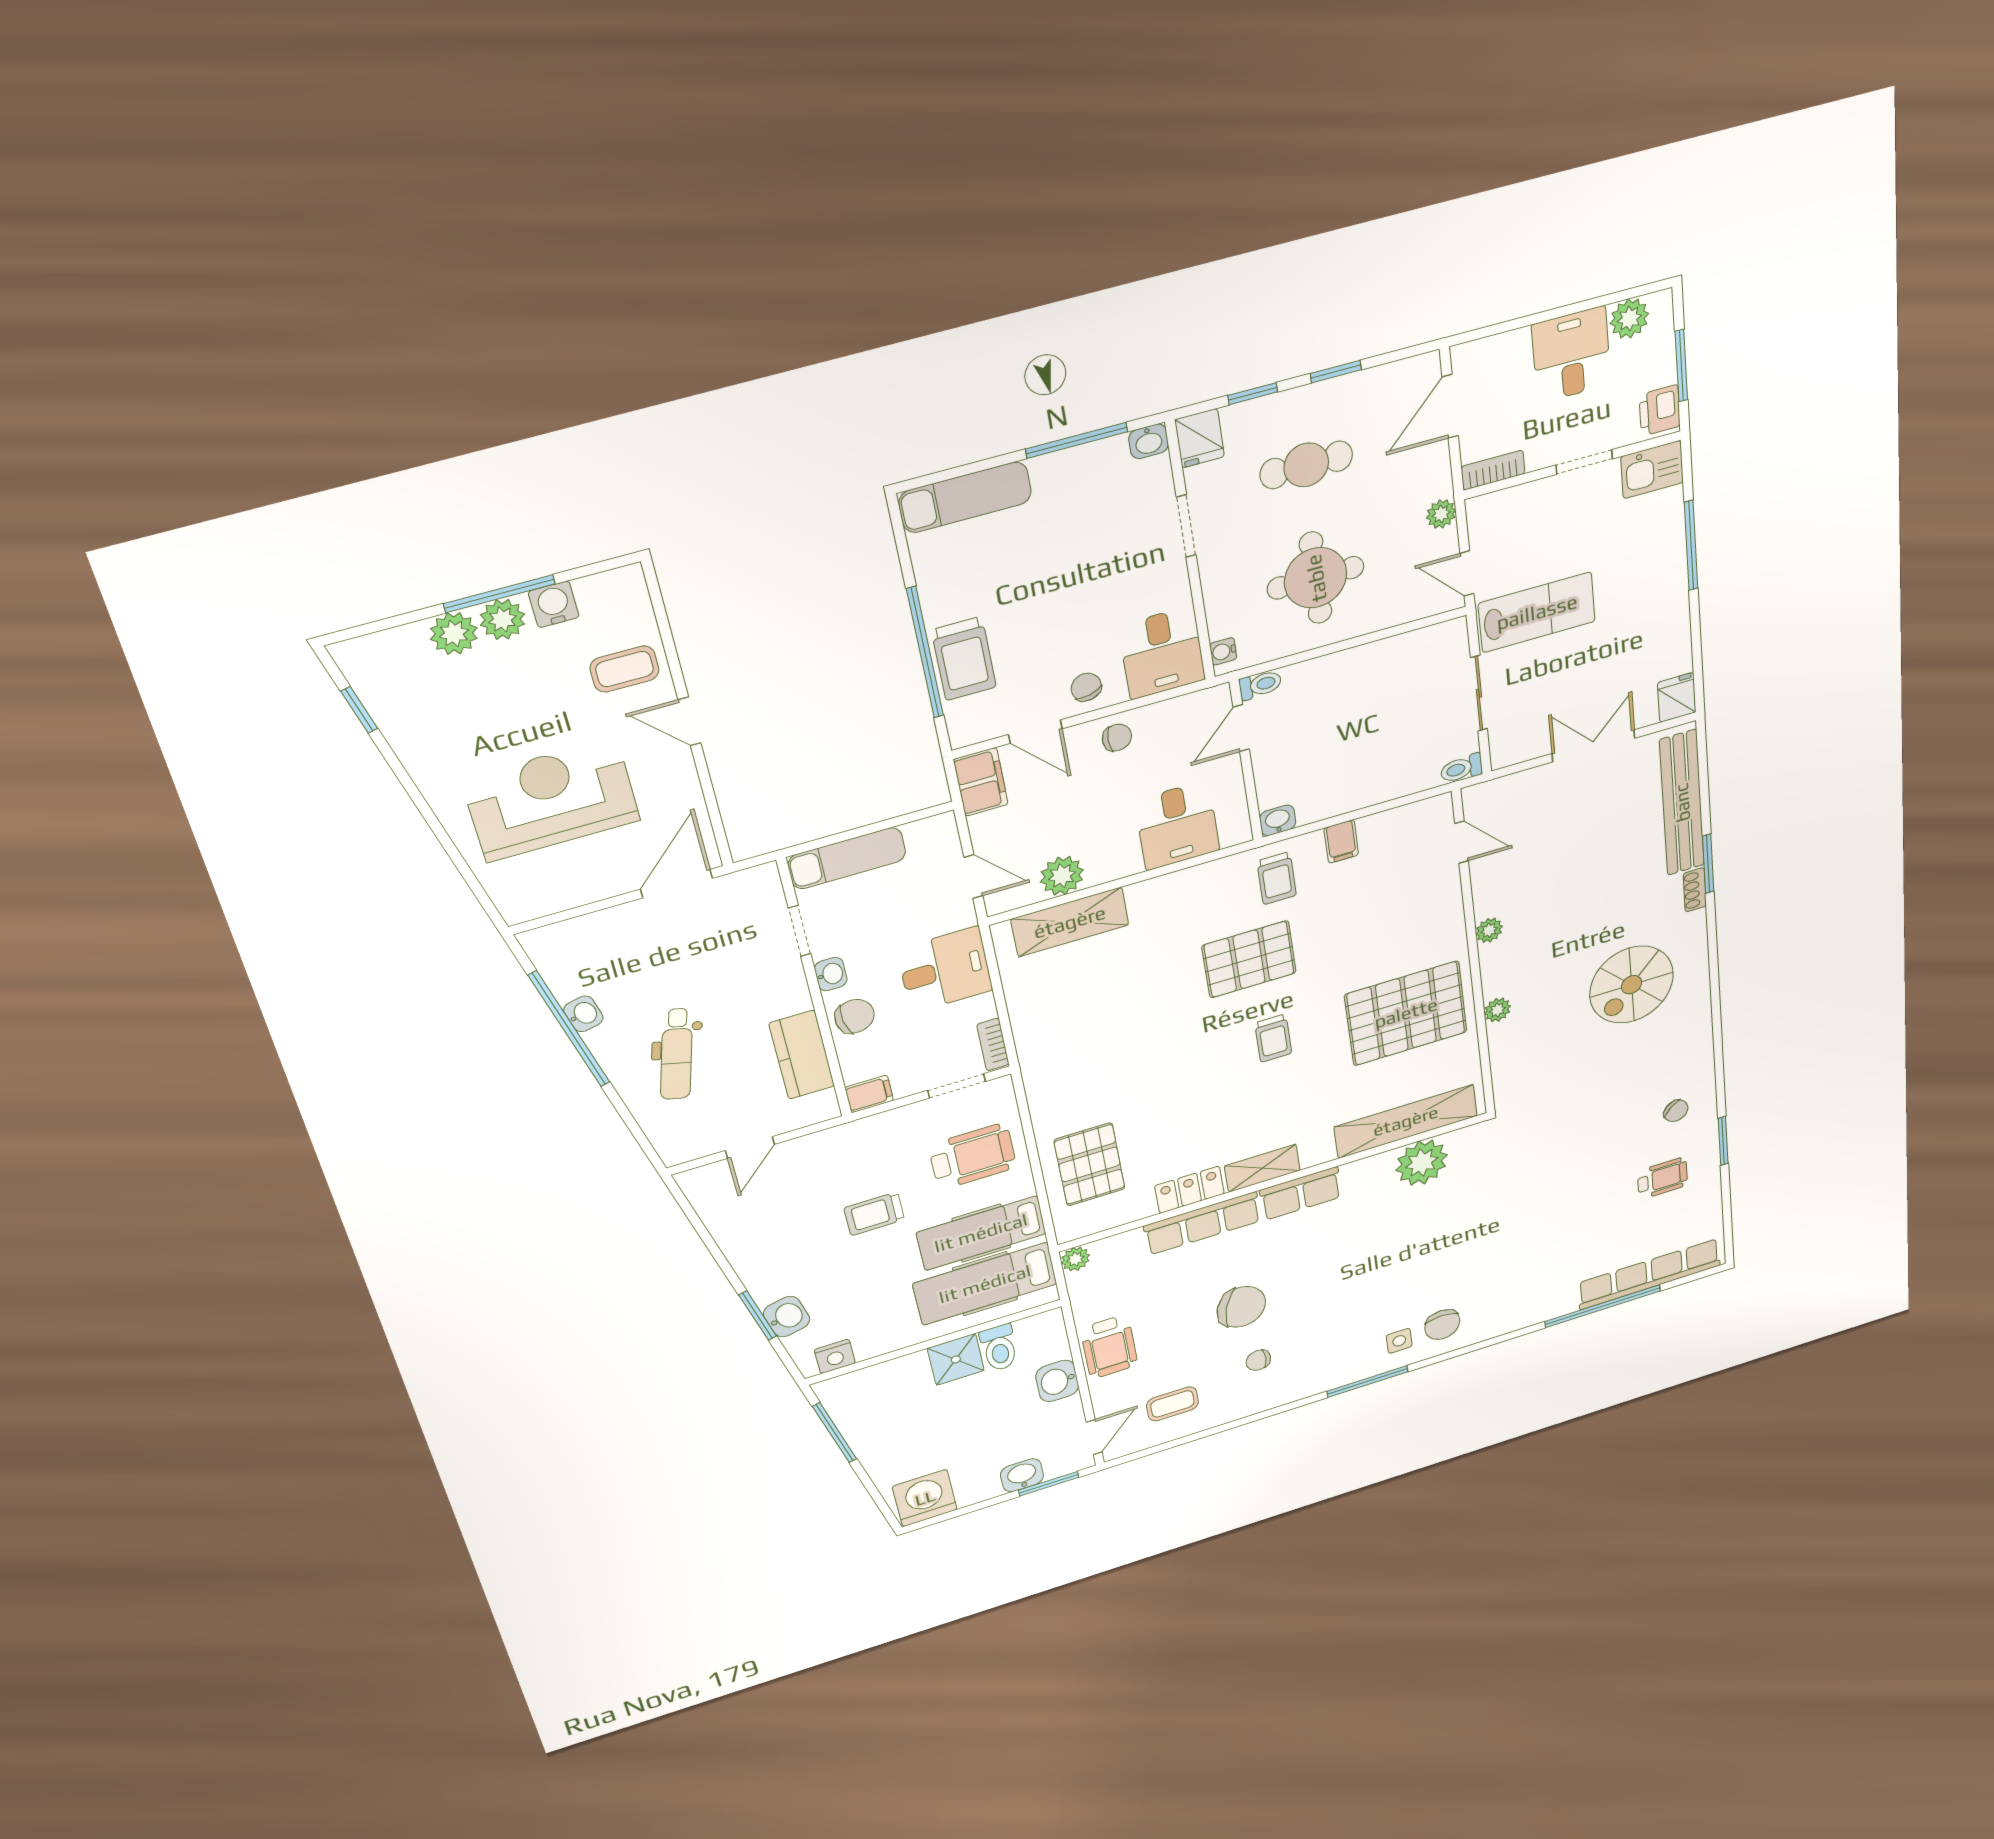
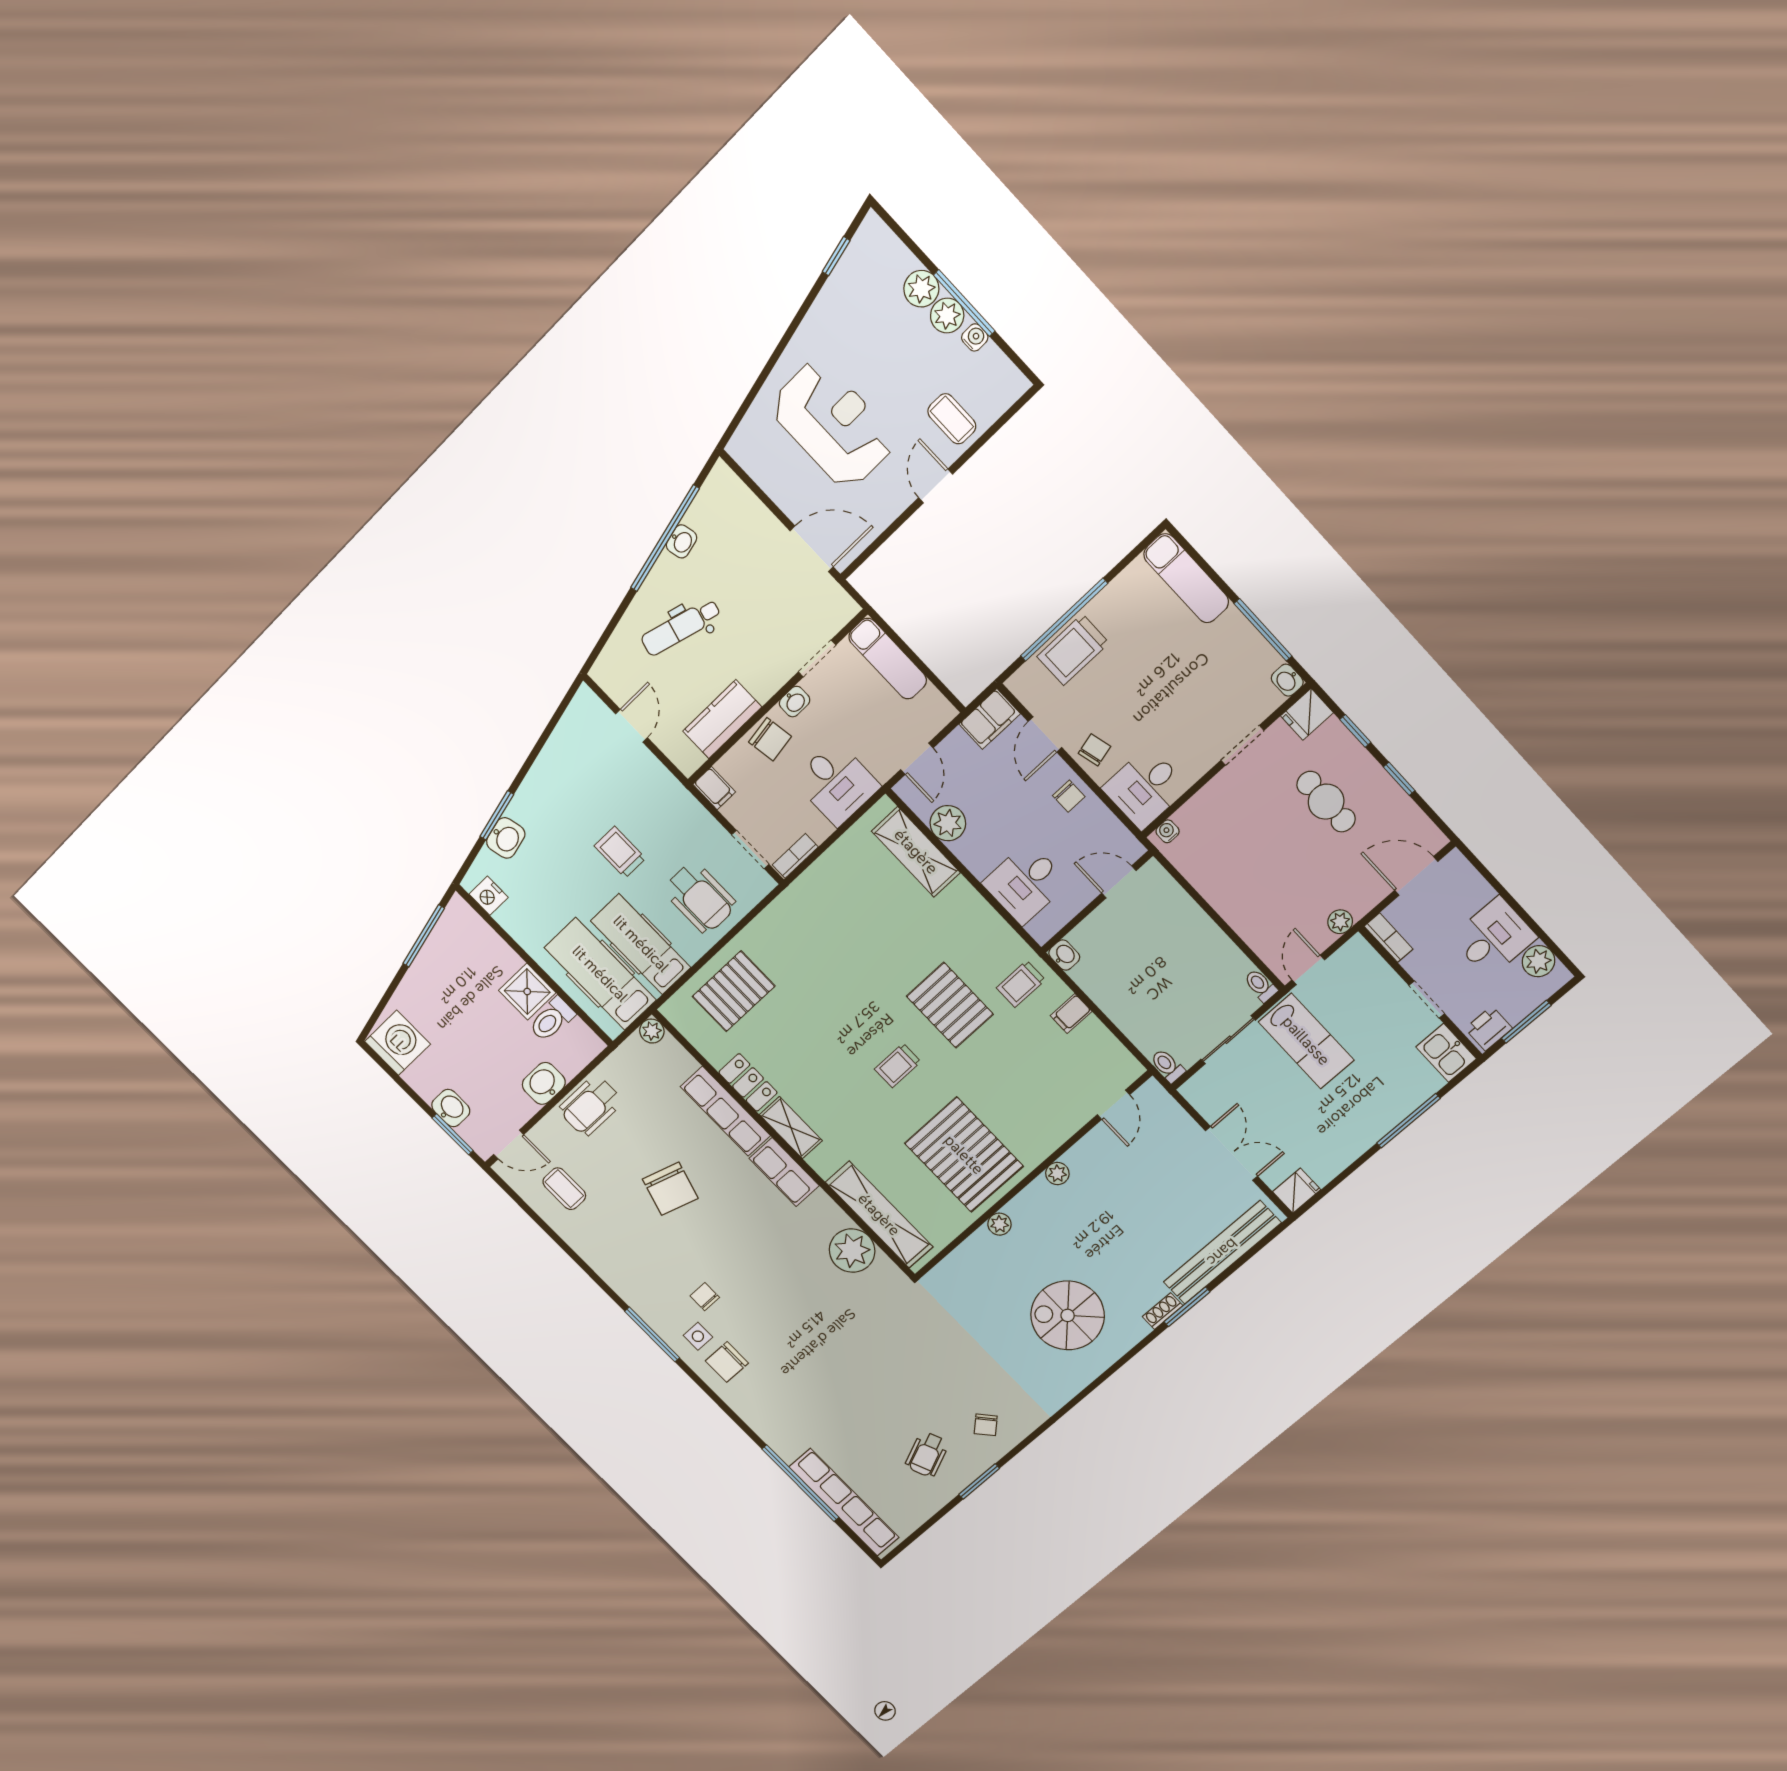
round table: (1316, 578) -> (1252, 862), removed
water cooler: (554, 604) -> (975, 337), width x0.72, depth x0.72
toilet: (1260, 685) -> (1261, 985), moved, turned 180
door: (750, 1147) -> (632, 726), swing flipped
wheelchair: (1662, 1178) -> (927, 1454), turned 67
chair: (1258, 1360) -> (705, 1297), moved

